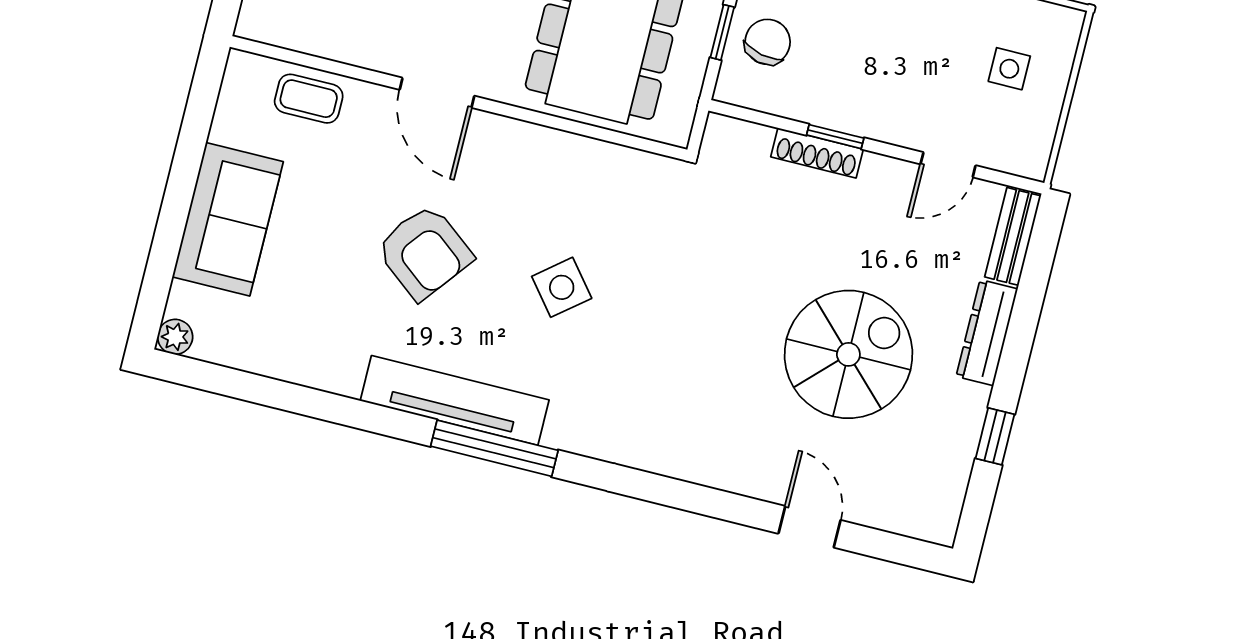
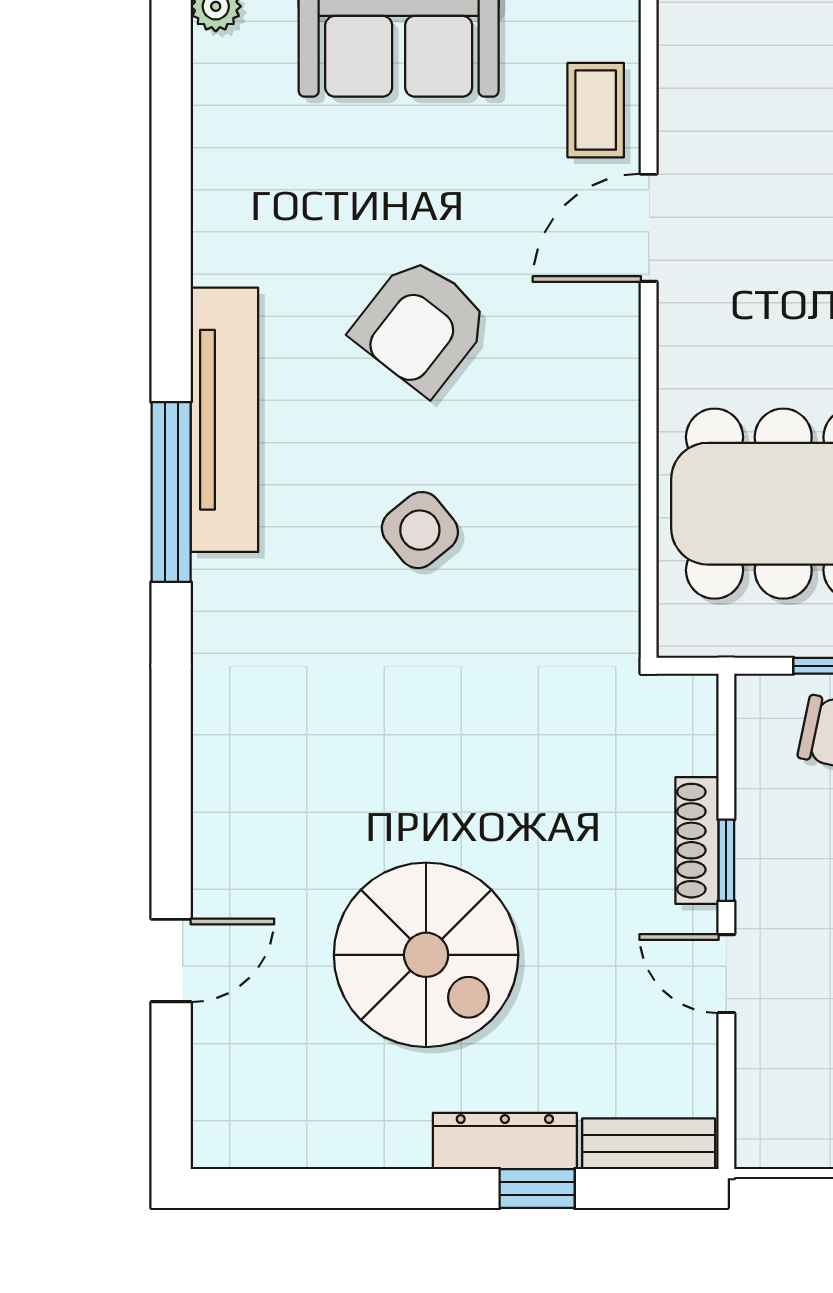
door: (437, 93) -> (649, 228), moved
door: (948, 165) -> (726, 974), moved
window: (995, 436) -> (537, 1189), moved

